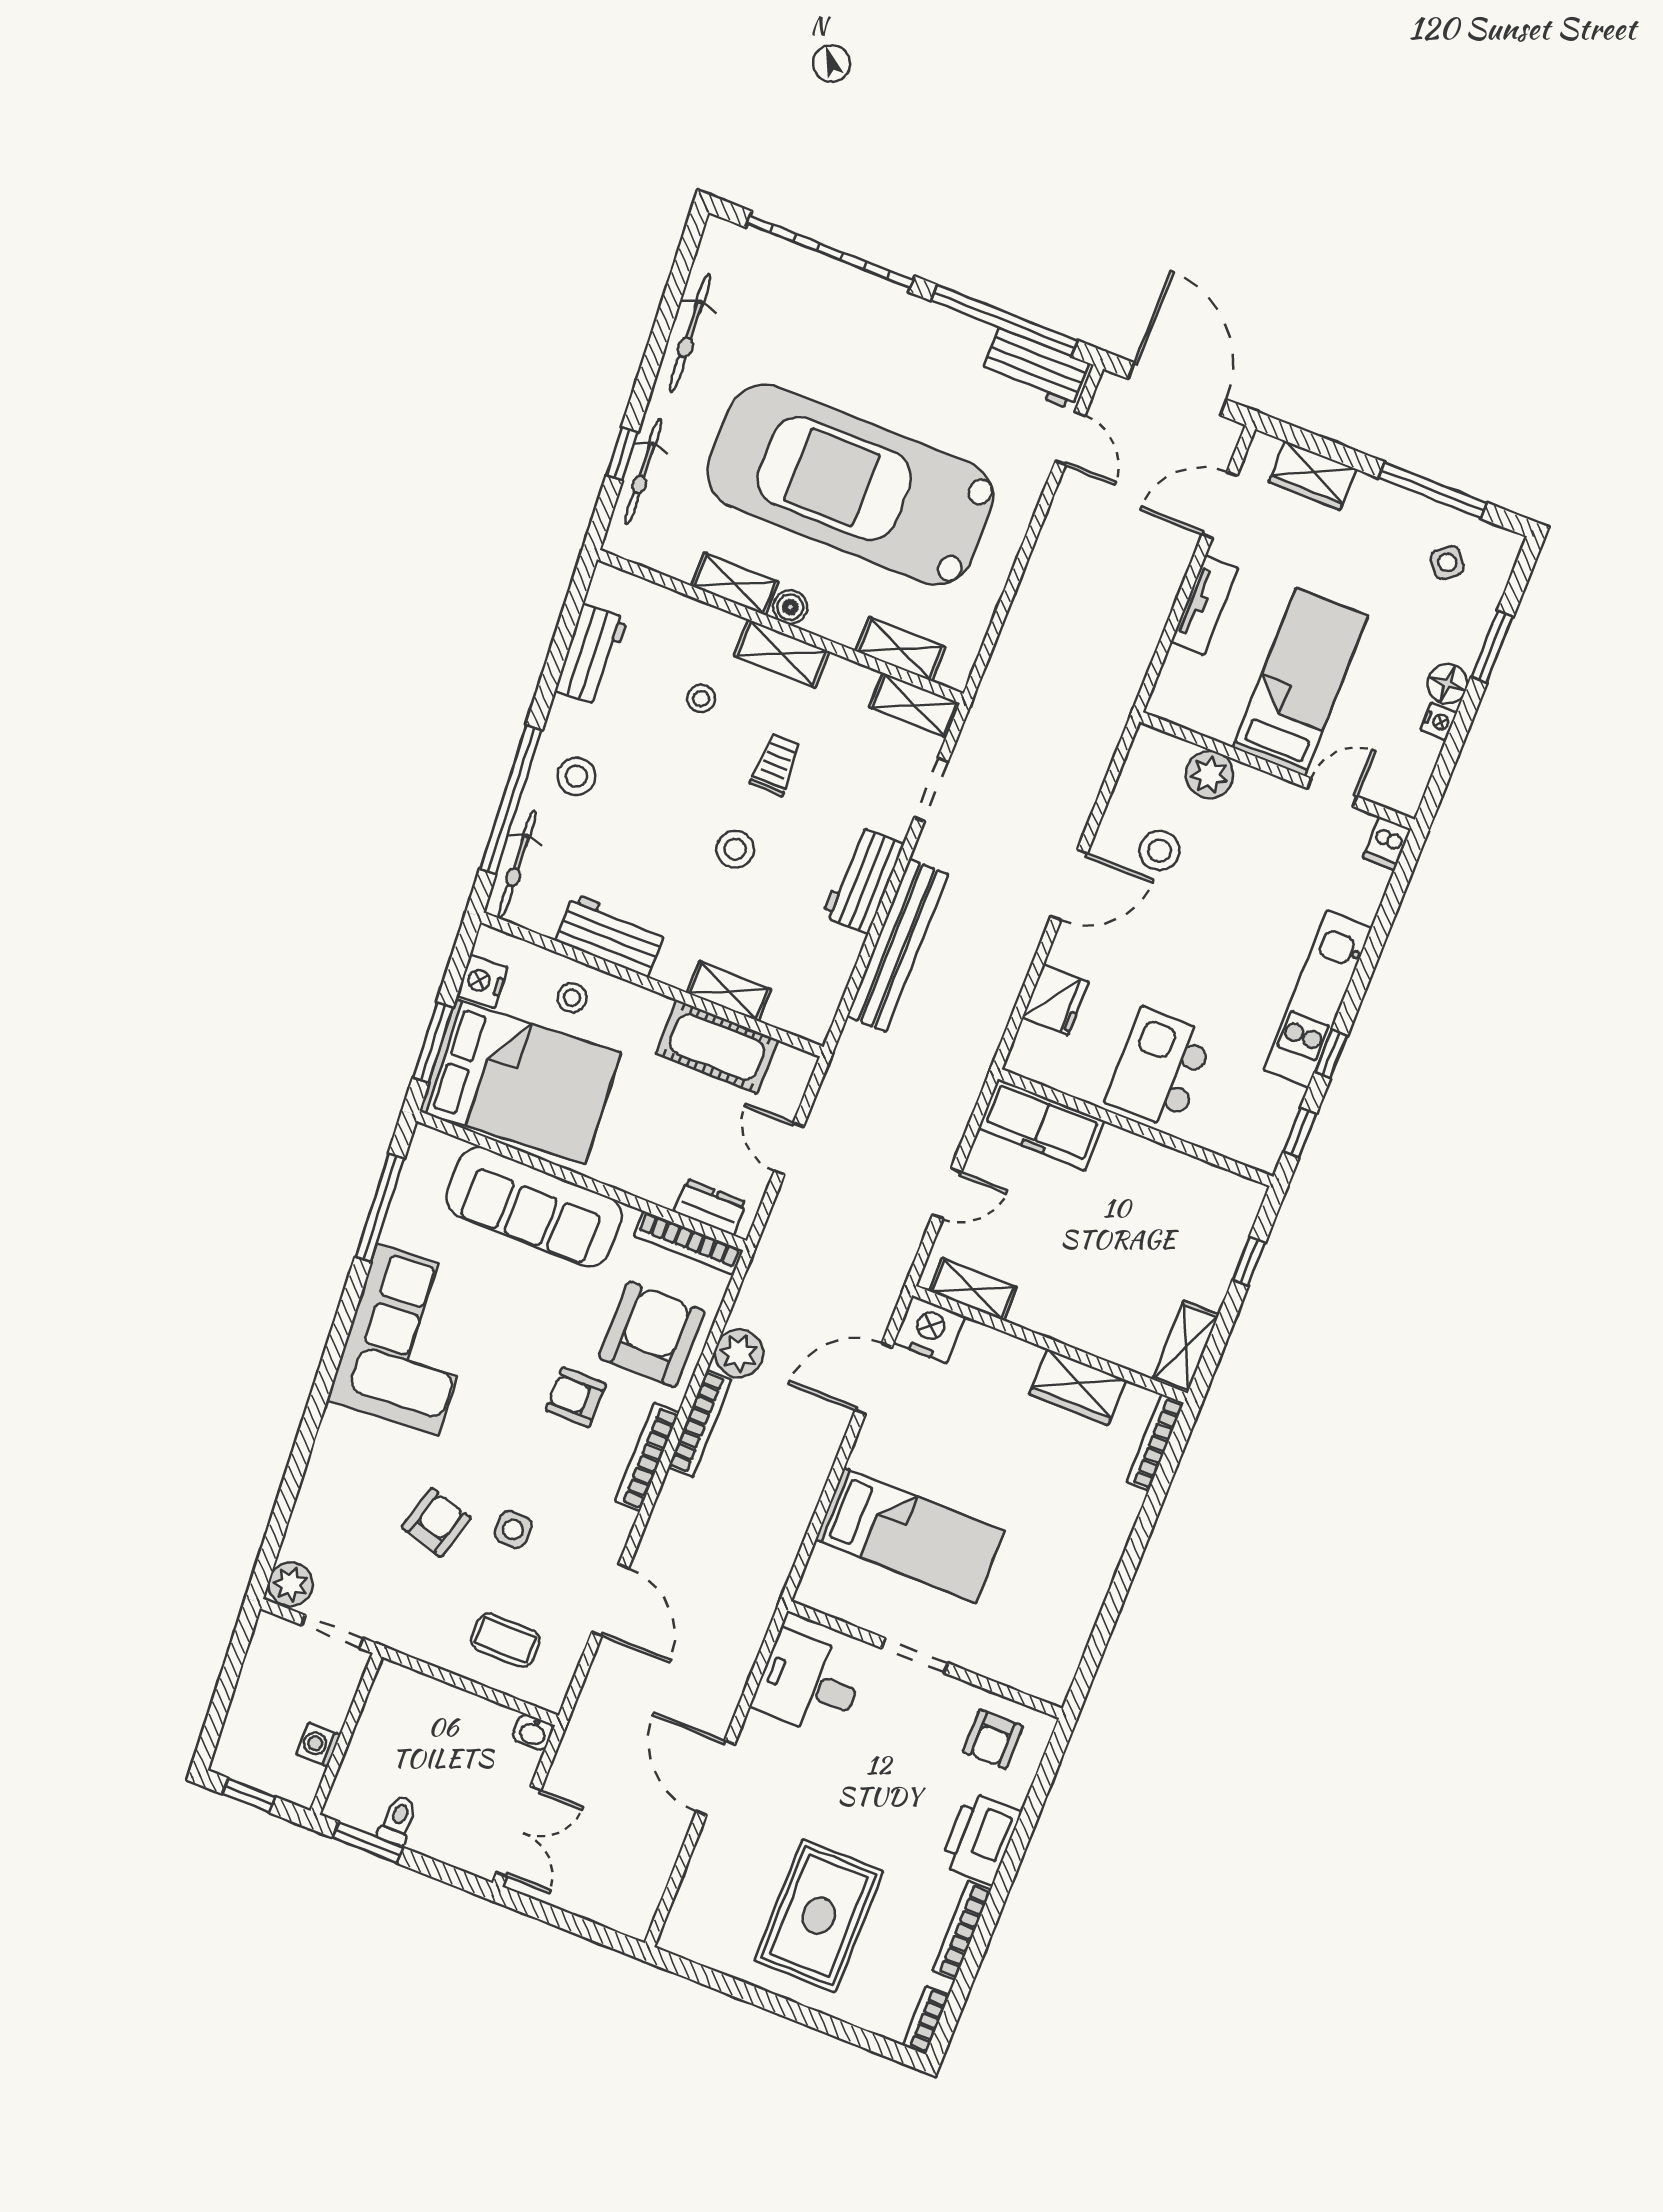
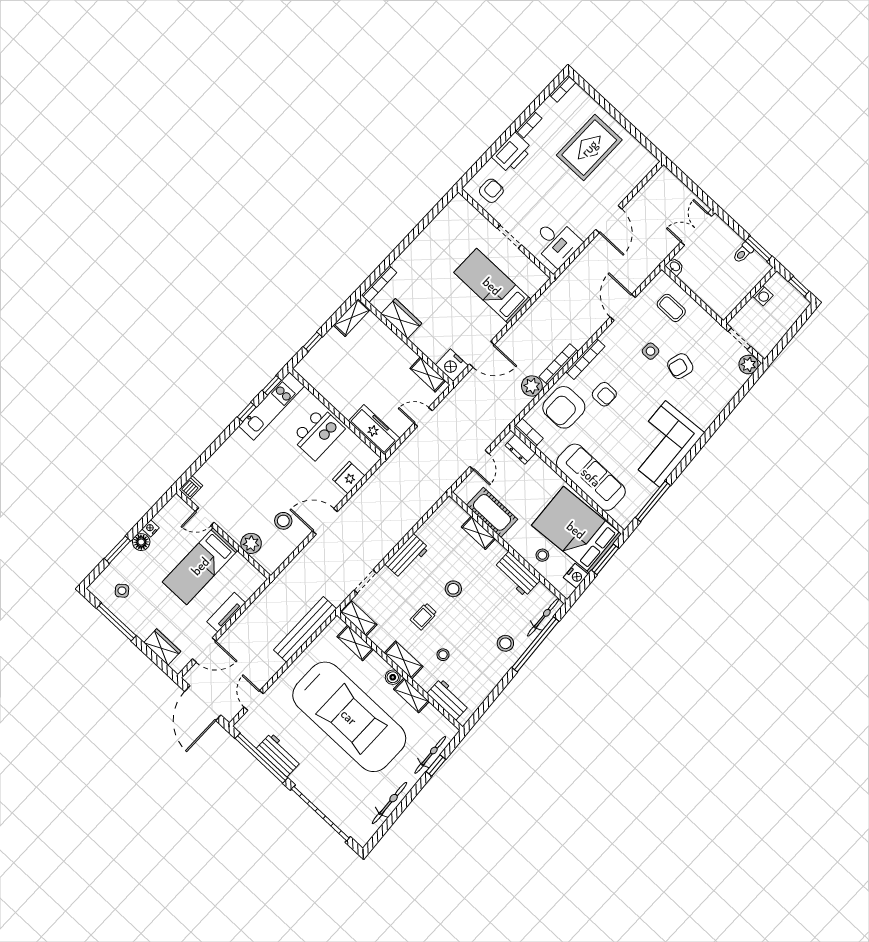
workbench: (1035, 369) -> (279, 755), moved
workbench: (591, 654) -> (448, 699), moved, turned 94
bench: (897, 945) -> (305, 629), moved
kitchen unit: (1318, 999) -> (272, 406), moved
bookcase: (688, 1243) -> (529, 433), width x0.64
bookcase: (962, 1930) -> (529, 125), width x0.64

